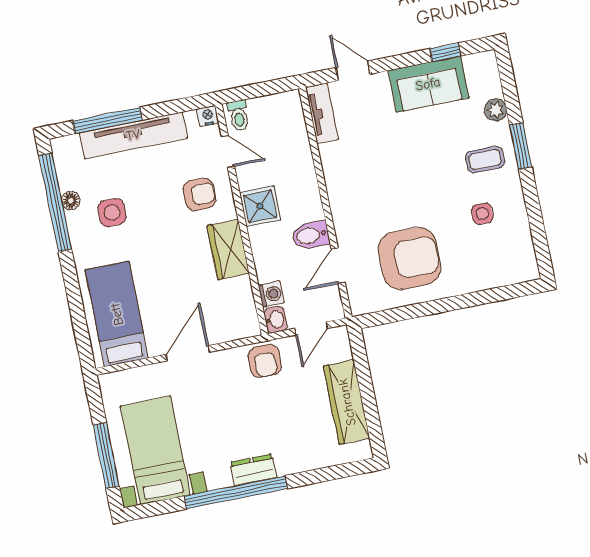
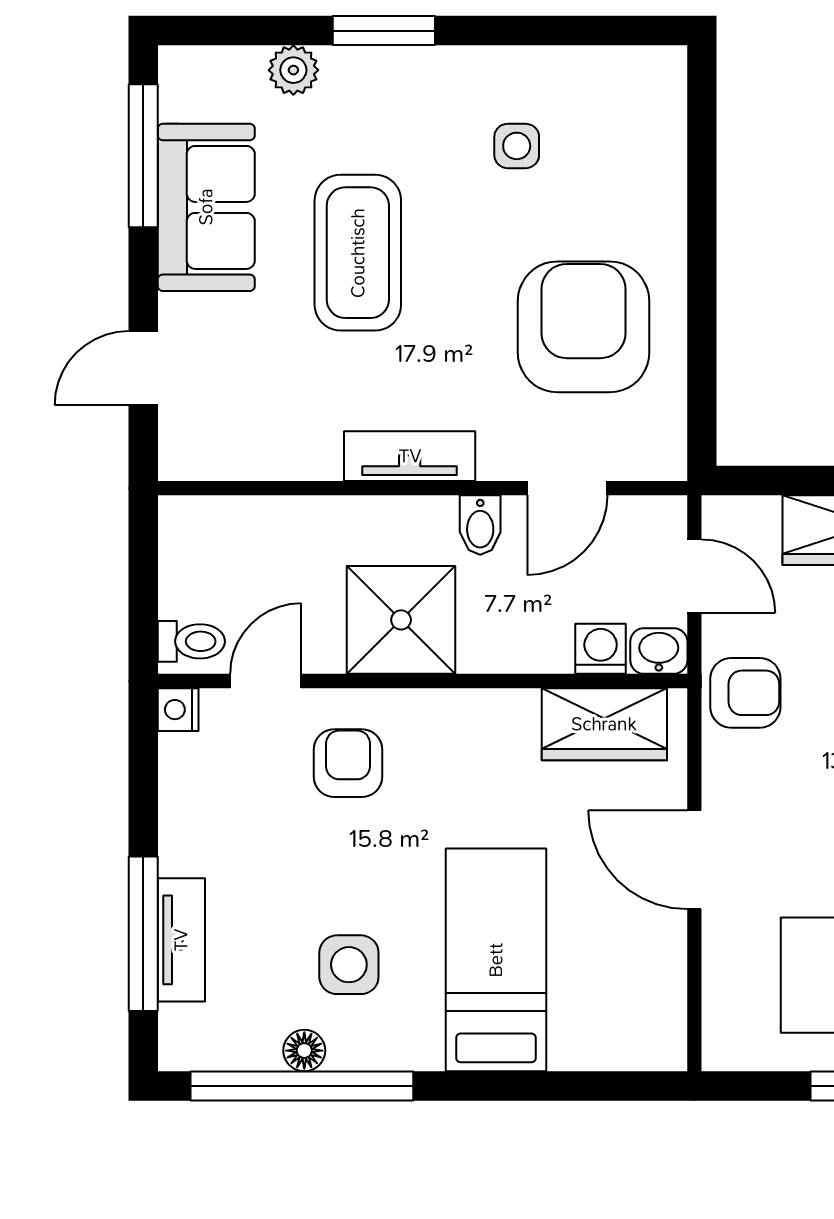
window: (445, 52) -> (143, 156), width x2.17
tv unit: (322, 113) -> (410, 456), moved
tv unit: (133, 135) -> (181, 940), width x0.52, depth x0.78
coffee table: (485, 160) -> (358, 253), moved, width x1.86, depth x1.72
shower: (260, 206) -> (401, 620), width x1.36, depth x1.36
bidet: (310, 235) -> (480, 525), width x0.72, depth x0.74
wardrobe: (228, 250) -> (604, 724), moved
door: (338, 266) -> (567, 488), hinge flipped
bed: (117, 314) -> (496, 960), moved, turned 90

